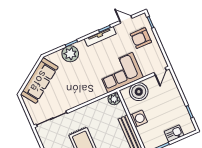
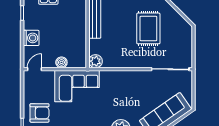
boiler: (139, 92) -> (61, 62), width x0.54, depth x0.54
washing machine: (139, 119) -> (31, 38), moved, turned 180

